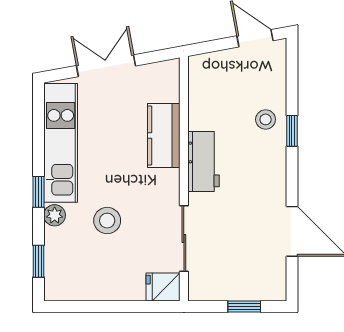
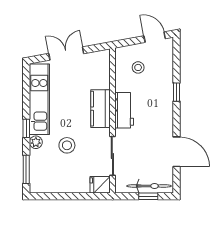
stool: (266, 119) -> (138, 67), moved
kitchen counter: (164, 135) -> (101, 109), moved
window: (38, 261) -> (26, 169), width x1.50
bicycle: (246, 289) -> (149, 186), added

